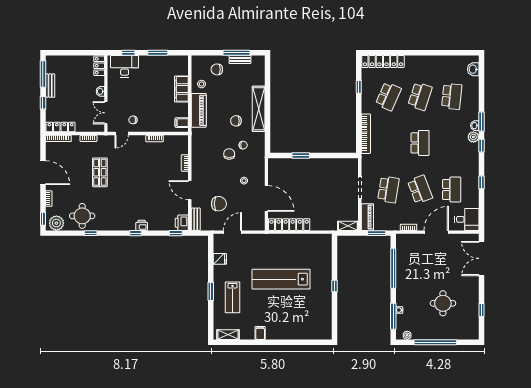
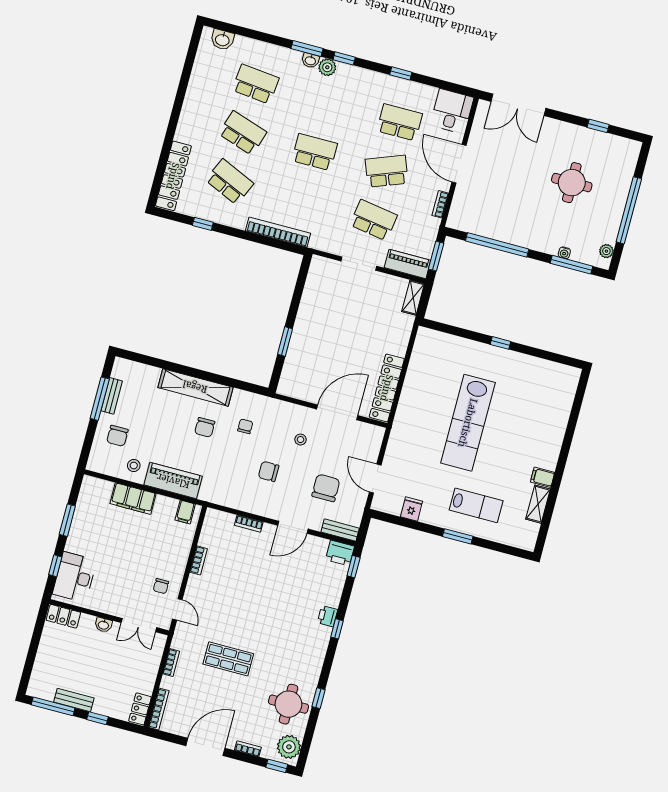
locker: (61, 127) -> (140, 709), width x0.66
chair: (229, 154) -> (269, 471), moved
shelving: (228, 335) -> (538, 504), moved

